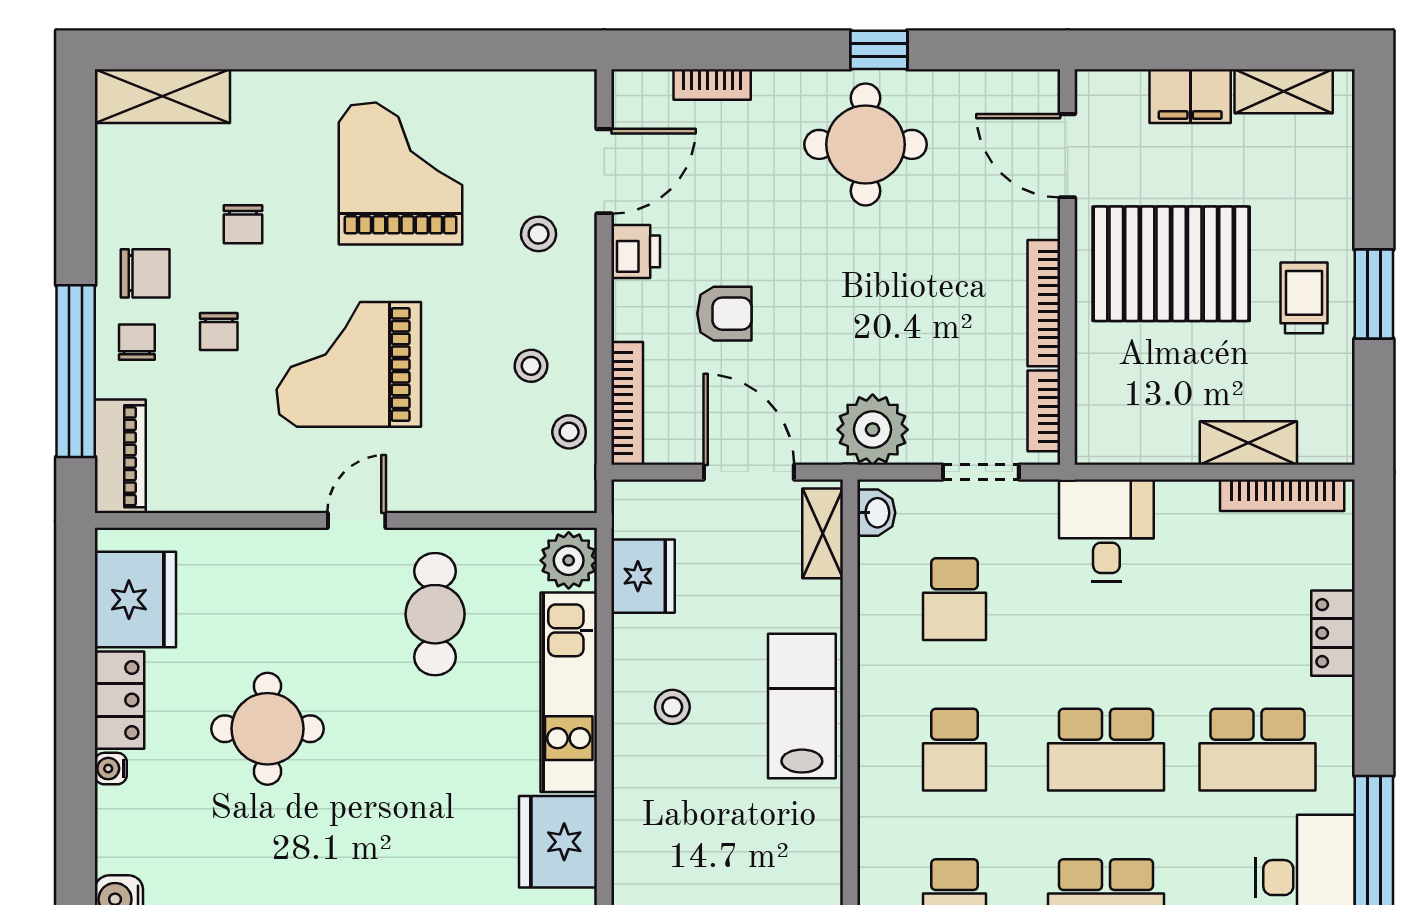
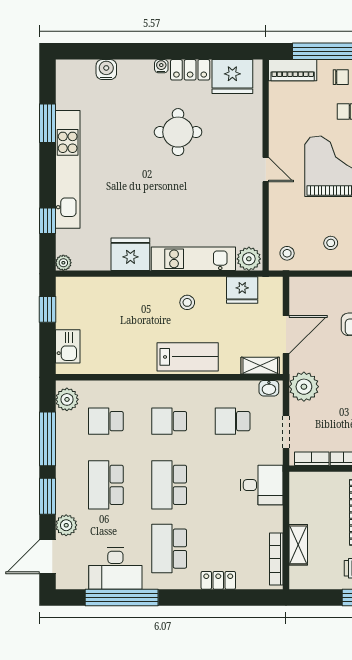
bookcase: (627, 403) -> (315, 283), removed
stool: (569, 432) -> (287, 253), moved
cafe table: (435, 614) -> (226, 203), removed

